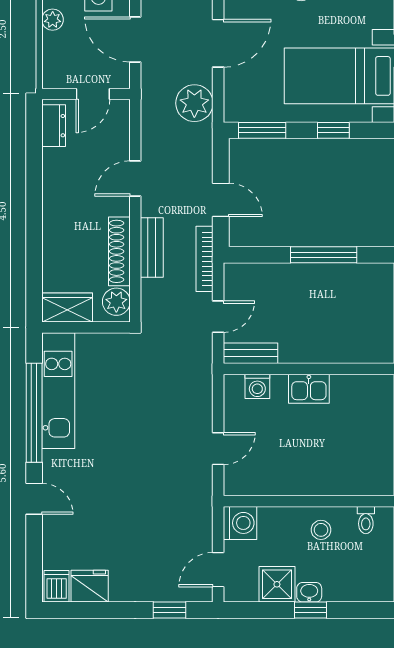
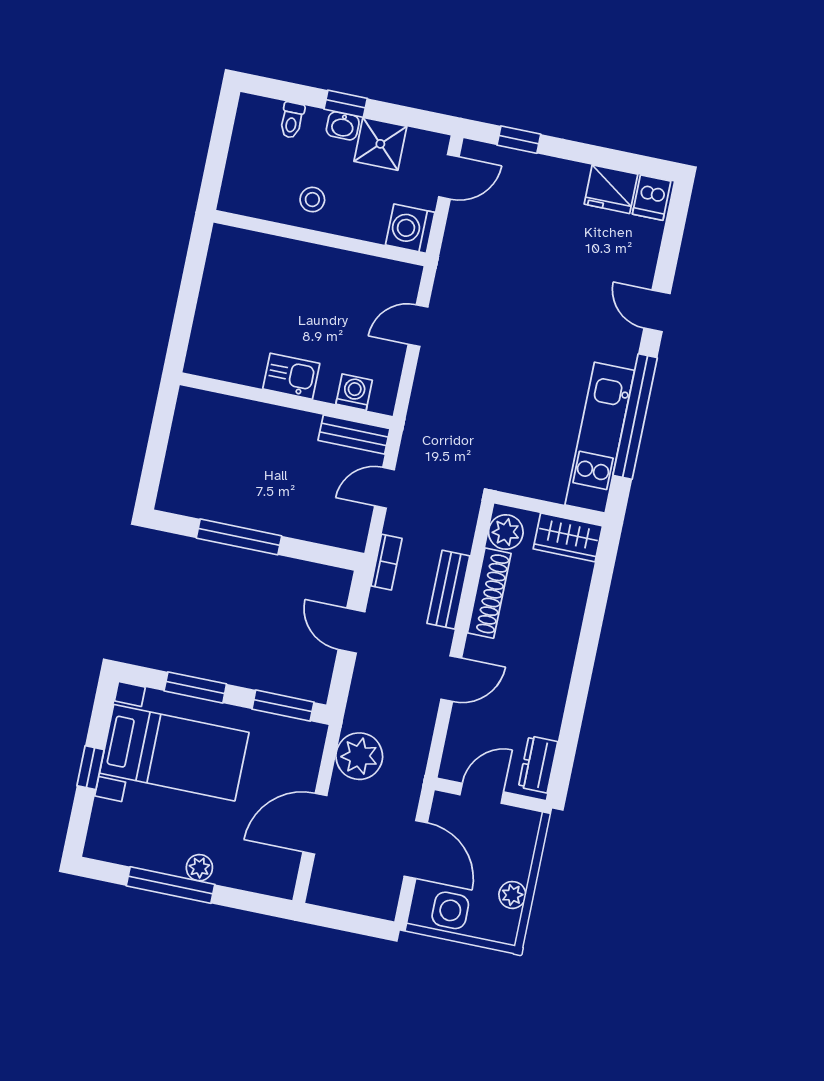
window: (333, 130) -> (195, 687), width x1.50
bookcase: (205, 259) -> (386, 562), width x0.64
toilet: (366, 520) -> (292, 120), moved, turned 180

